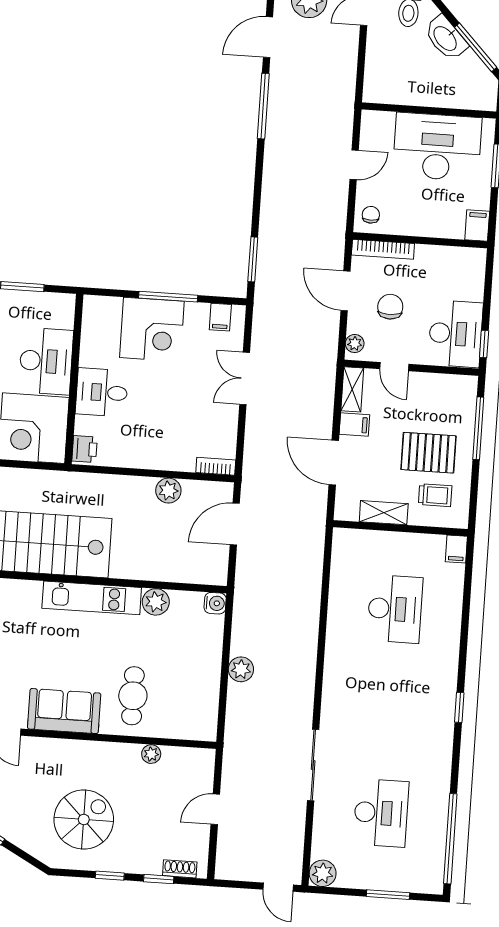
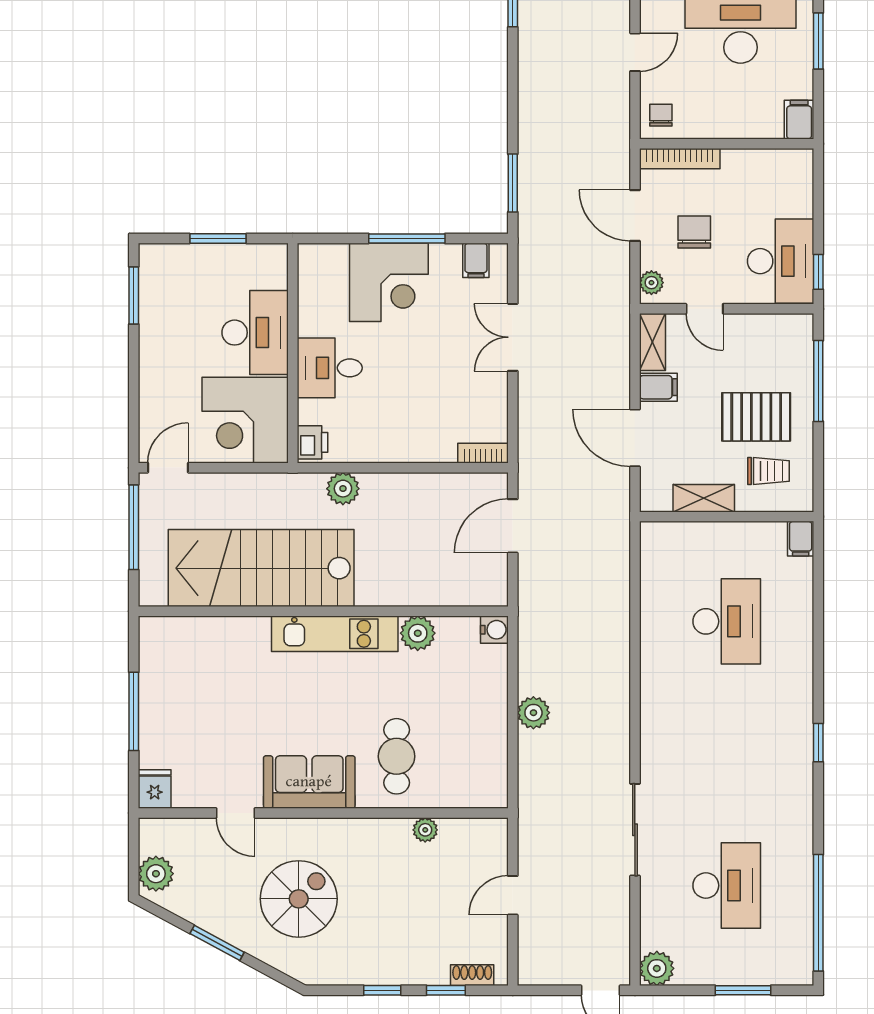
plant: (168, 491) -> (343, 489), moved
spiral stairs: (84, 819) -> (299, 899), moved

